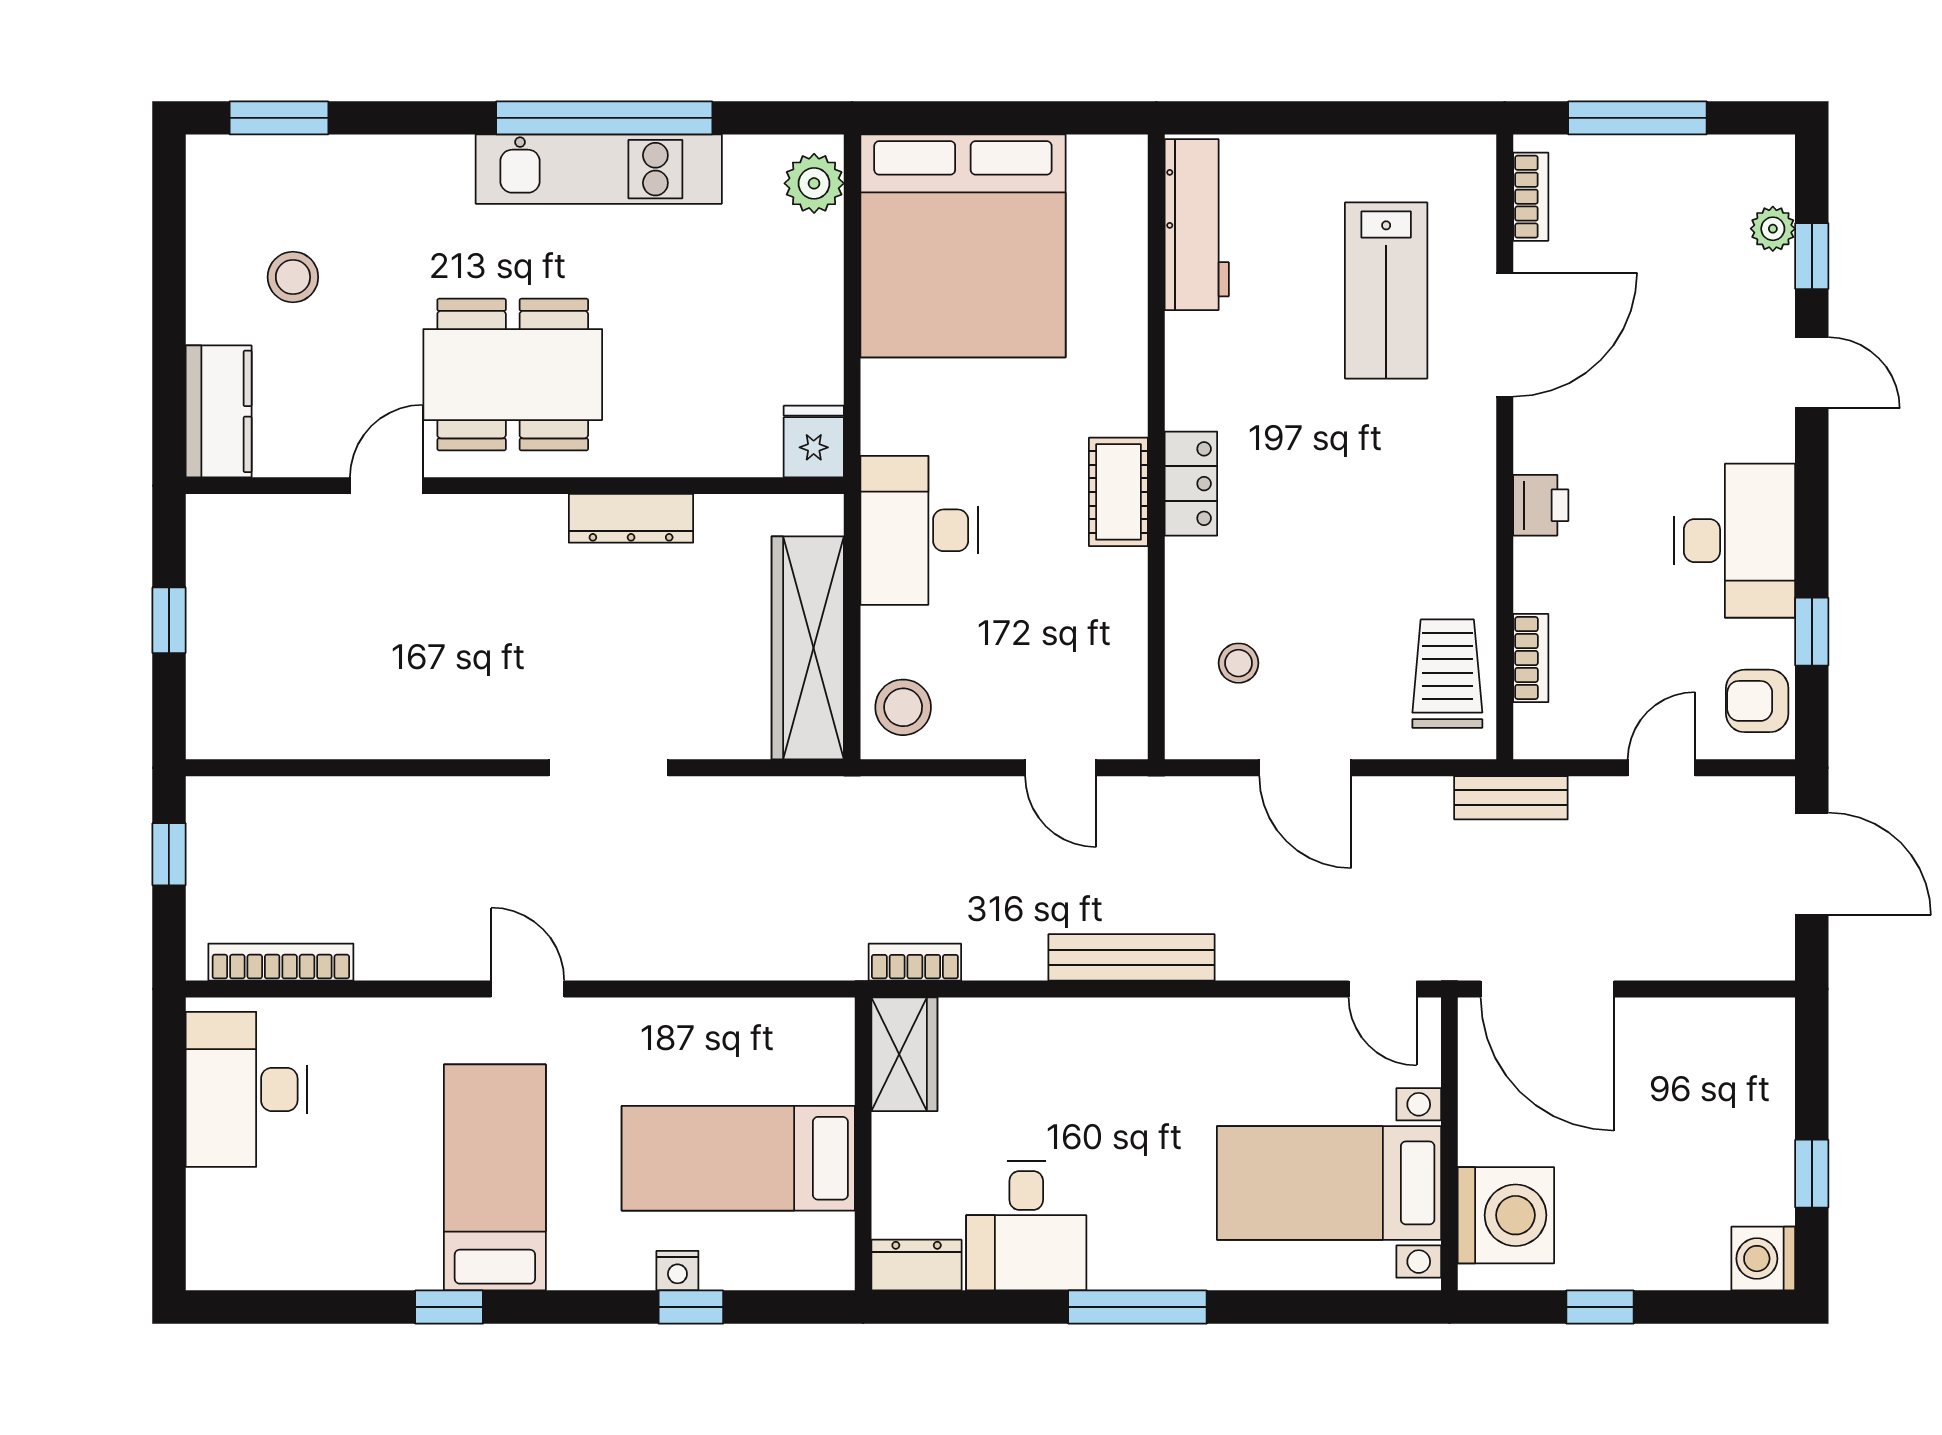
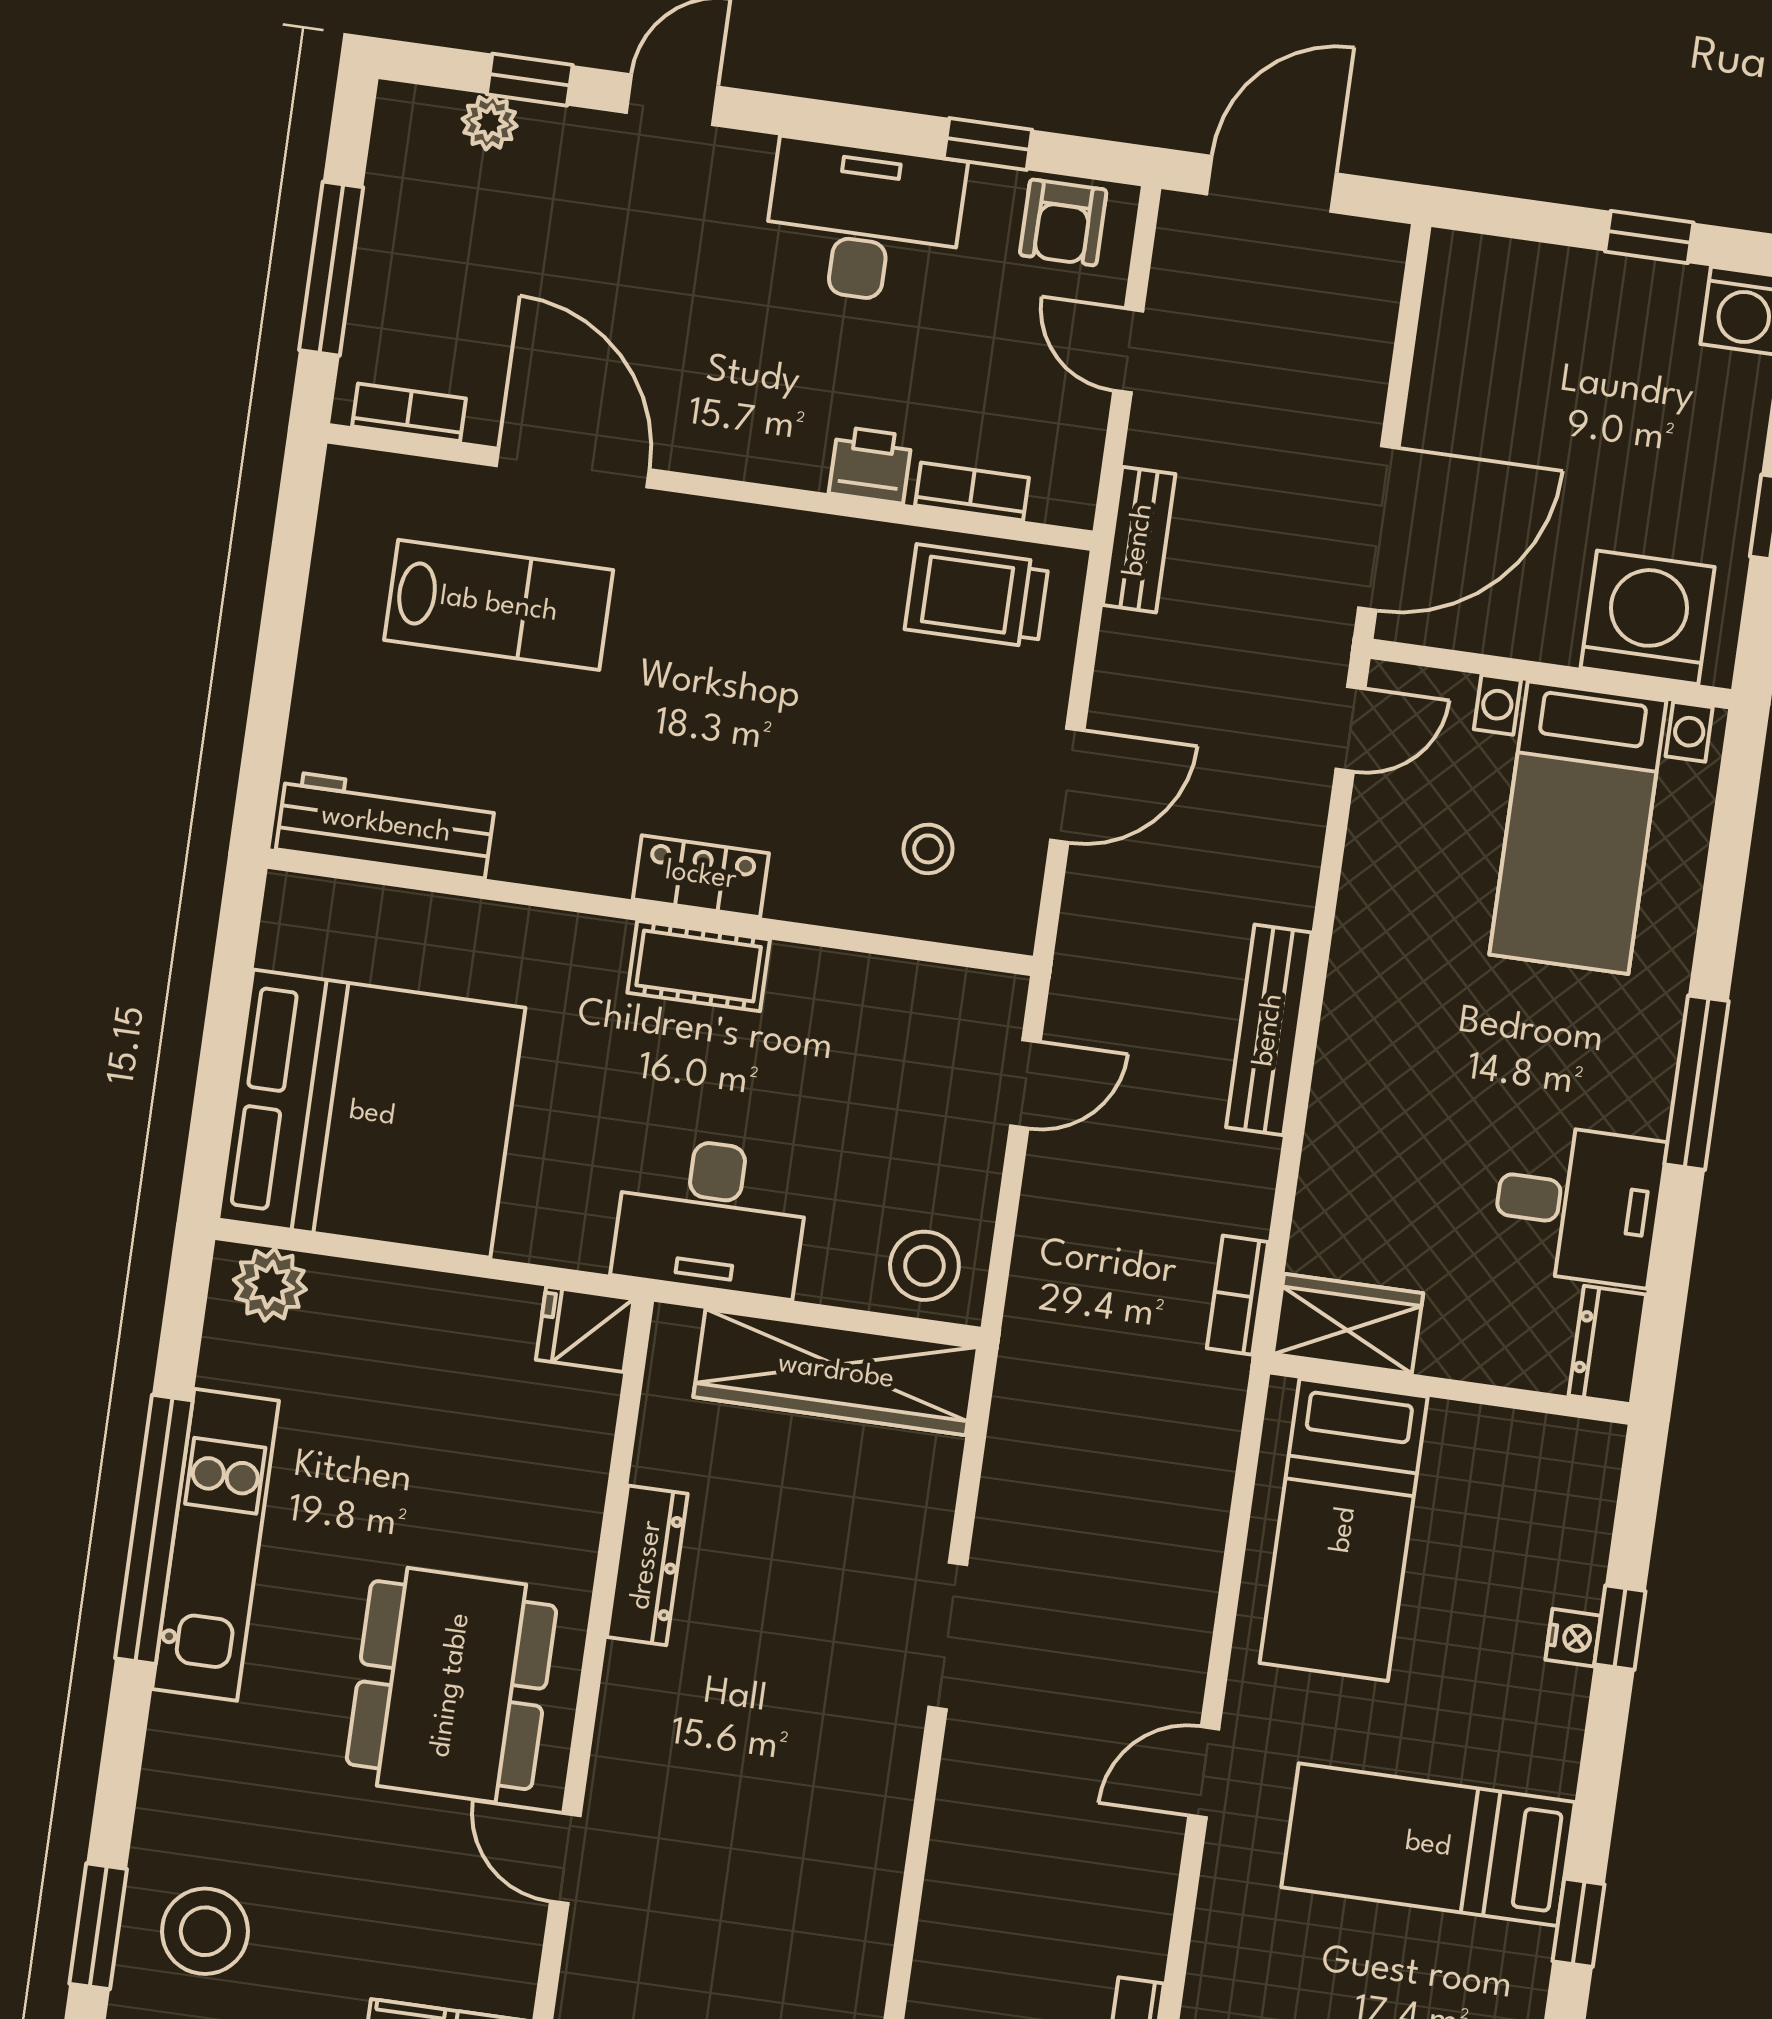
stool: (293, 277) -> (205, 1931), moved, width x1.38, depth x1.38
printer: (1541, 505) -> (871, 465), moved
bed: (738, 1158) -> (1344, 1530), moved

